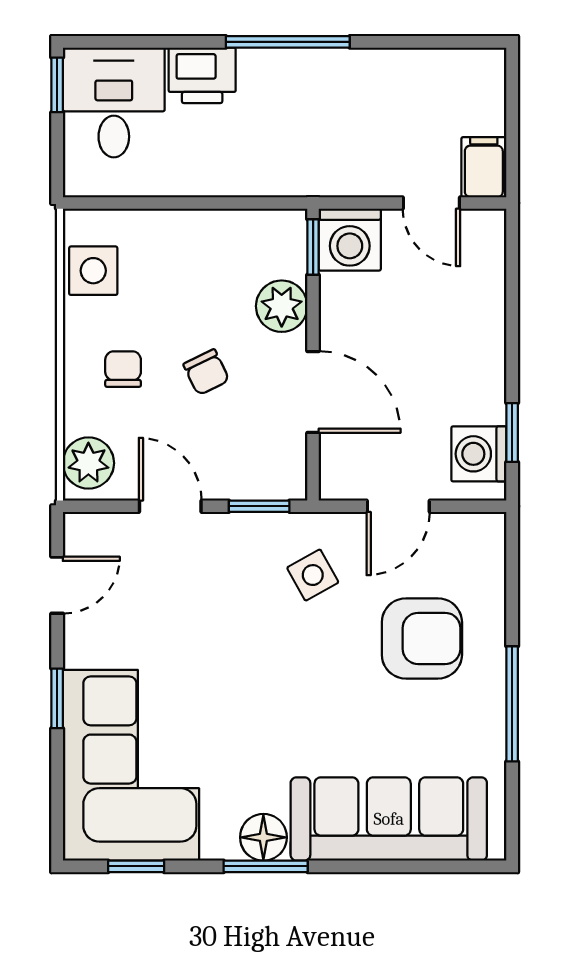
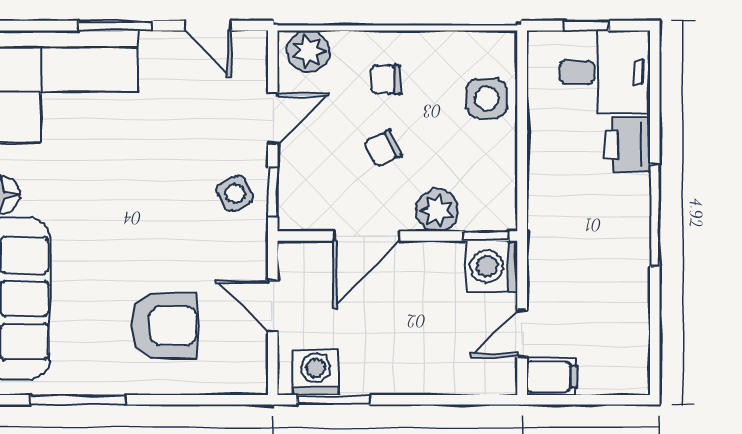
window: (57, 85) -> (587, 26), moved
side table: (93, 271) -> (487, 98), moved
chair: (123, 369) -> (386, 80), turned 180
window: (512, 432) -> (333, 400), width x1.50
side table: (313, 575) -> (235, 193), moved
armchair: (422, 638) -> (164, 326), turned -90
window: (57, 698) -> (115, 26), width x1.50
window: (512, 704) -> (78, 400), moved

